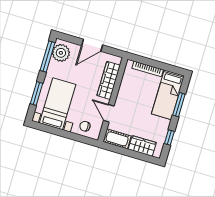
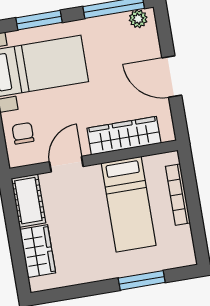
plant: (61, 53) -> (138, 19), width x0.53, depth x0.53
bed: (168, 95) -> (129, 204), moved, turned -90
window: (169, 138) -> (76, 291), removed

